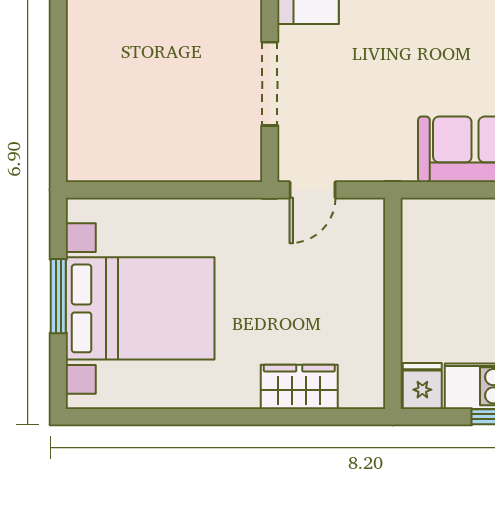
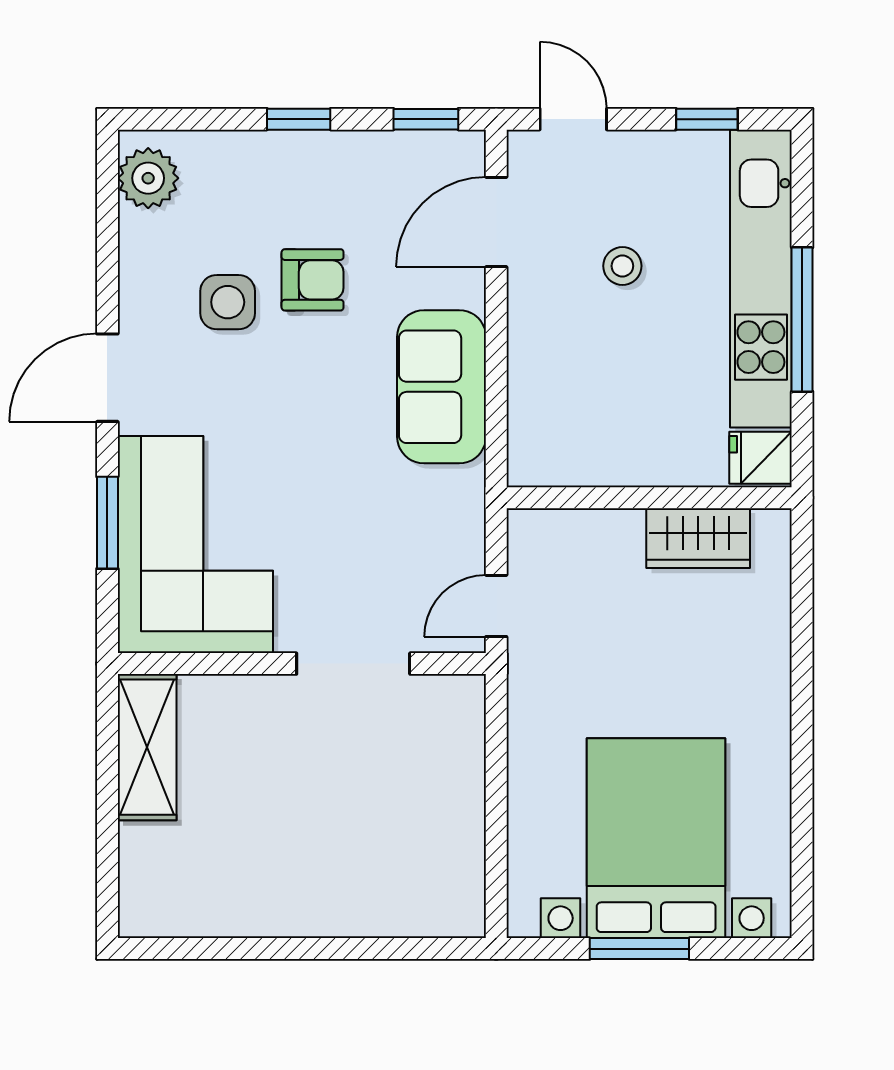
door: (312, 190) -> (496, 606), swing flipped
wardrobe: (299, 387) -> (698, 538), moved, turned -90

